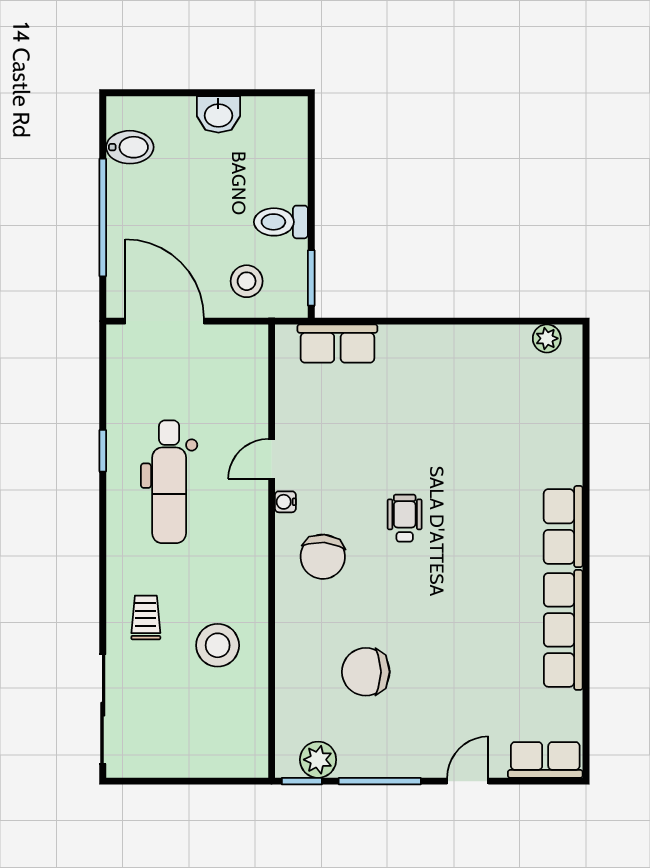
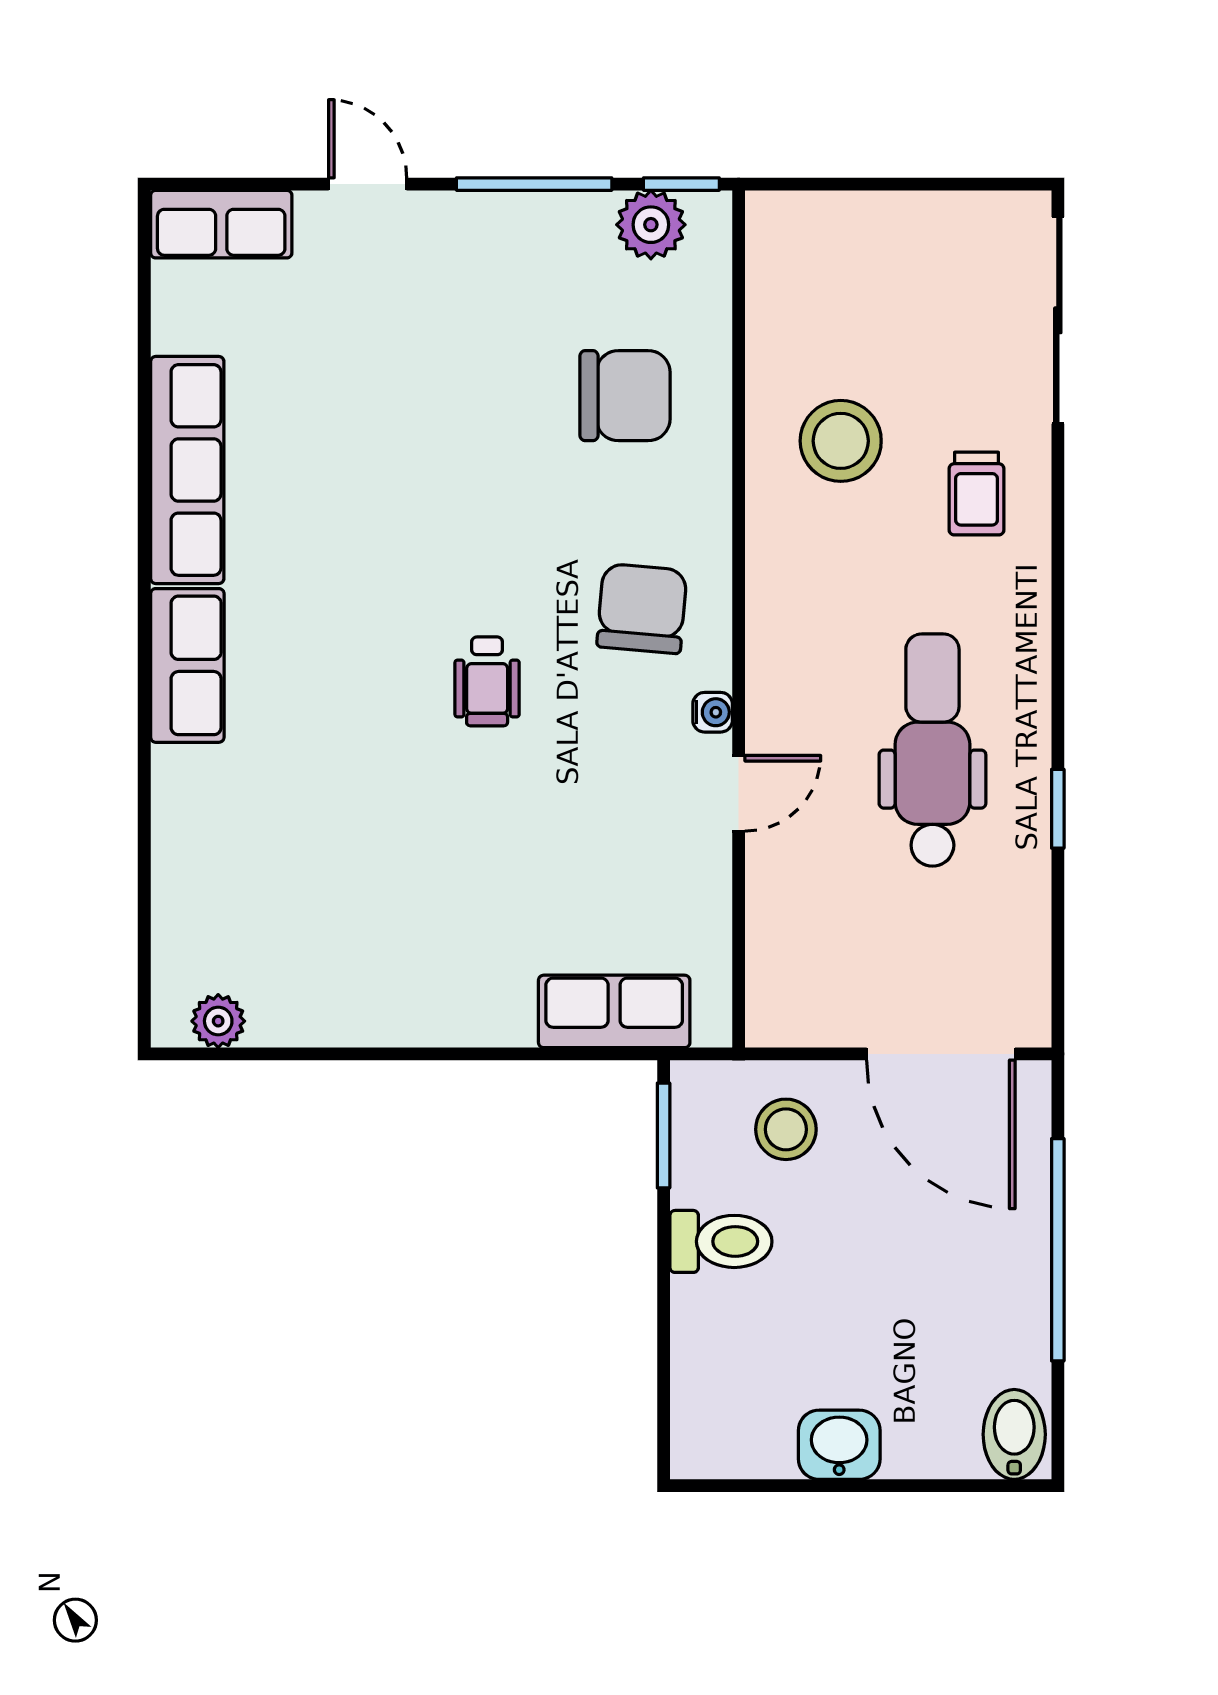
bidet: (130, 147) -> (1014, 1434), moved, turned 90
chair: (366, 672) -> (625, 396), moved
door: (468, 781) -> (368, 184), swing flipped

